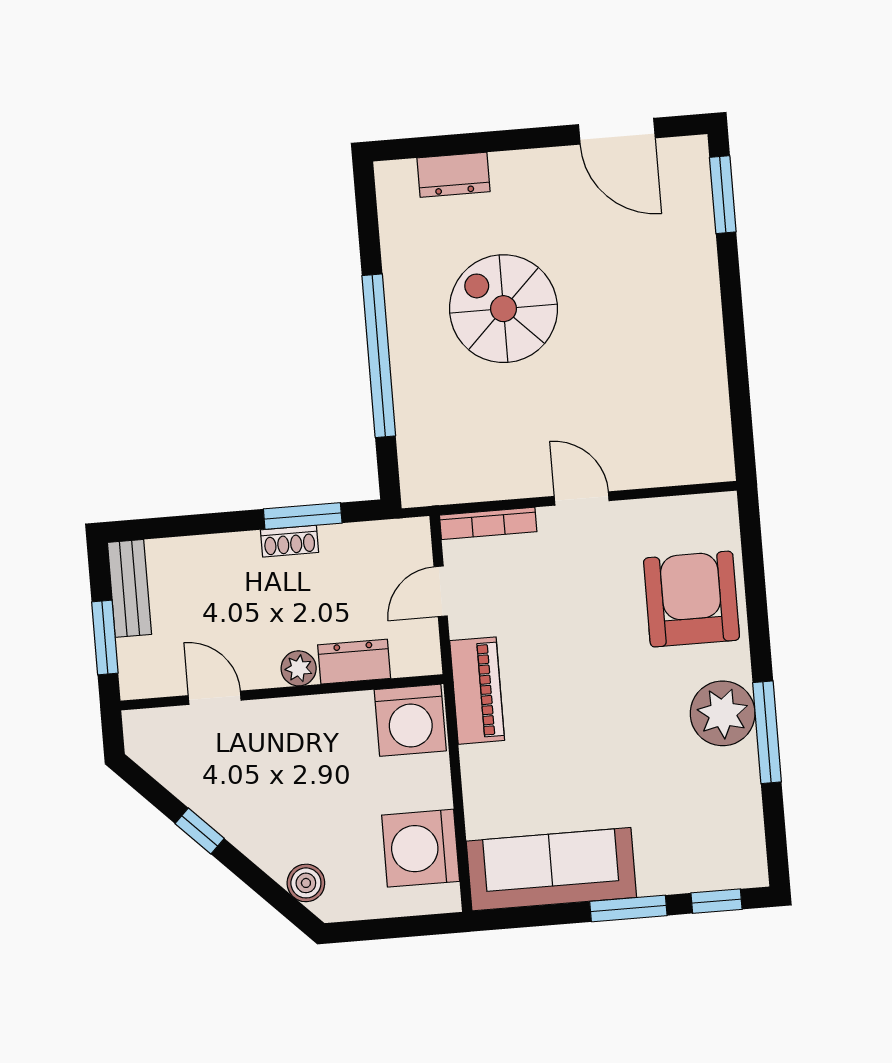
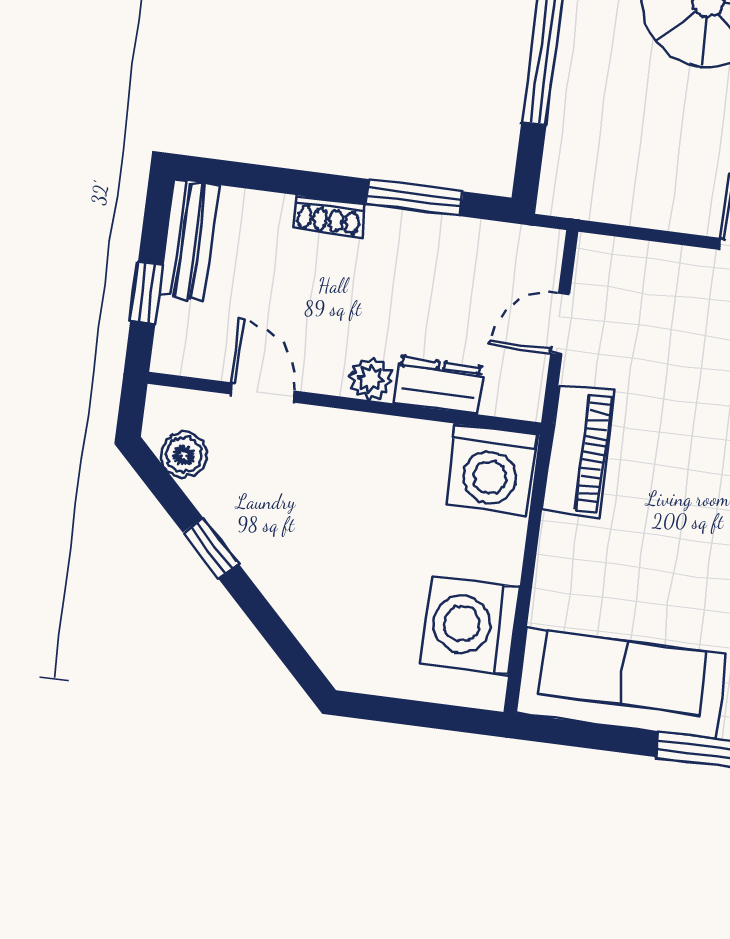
bookcase: (488, 523) -> (634, 254), removed
shoe rack: (289, 541) -> (329, 216), moved
window: (105, 638) -> (147, 292), width x0.67
boiler: (306, 883) -> (184, 455), moved

